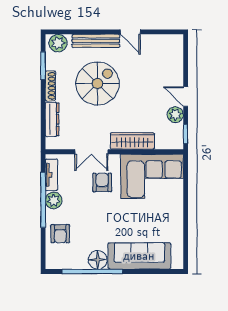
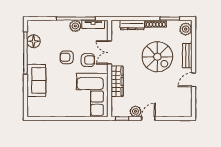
bench: (96, 41) -> (187, 56), width x0.73
armchair: (60, 234) -> (67, 57), moved
sofa: (139, 256) -> (36, 80), width x0.73
floor lamp: (98, 260) -> (34, 41), moved

